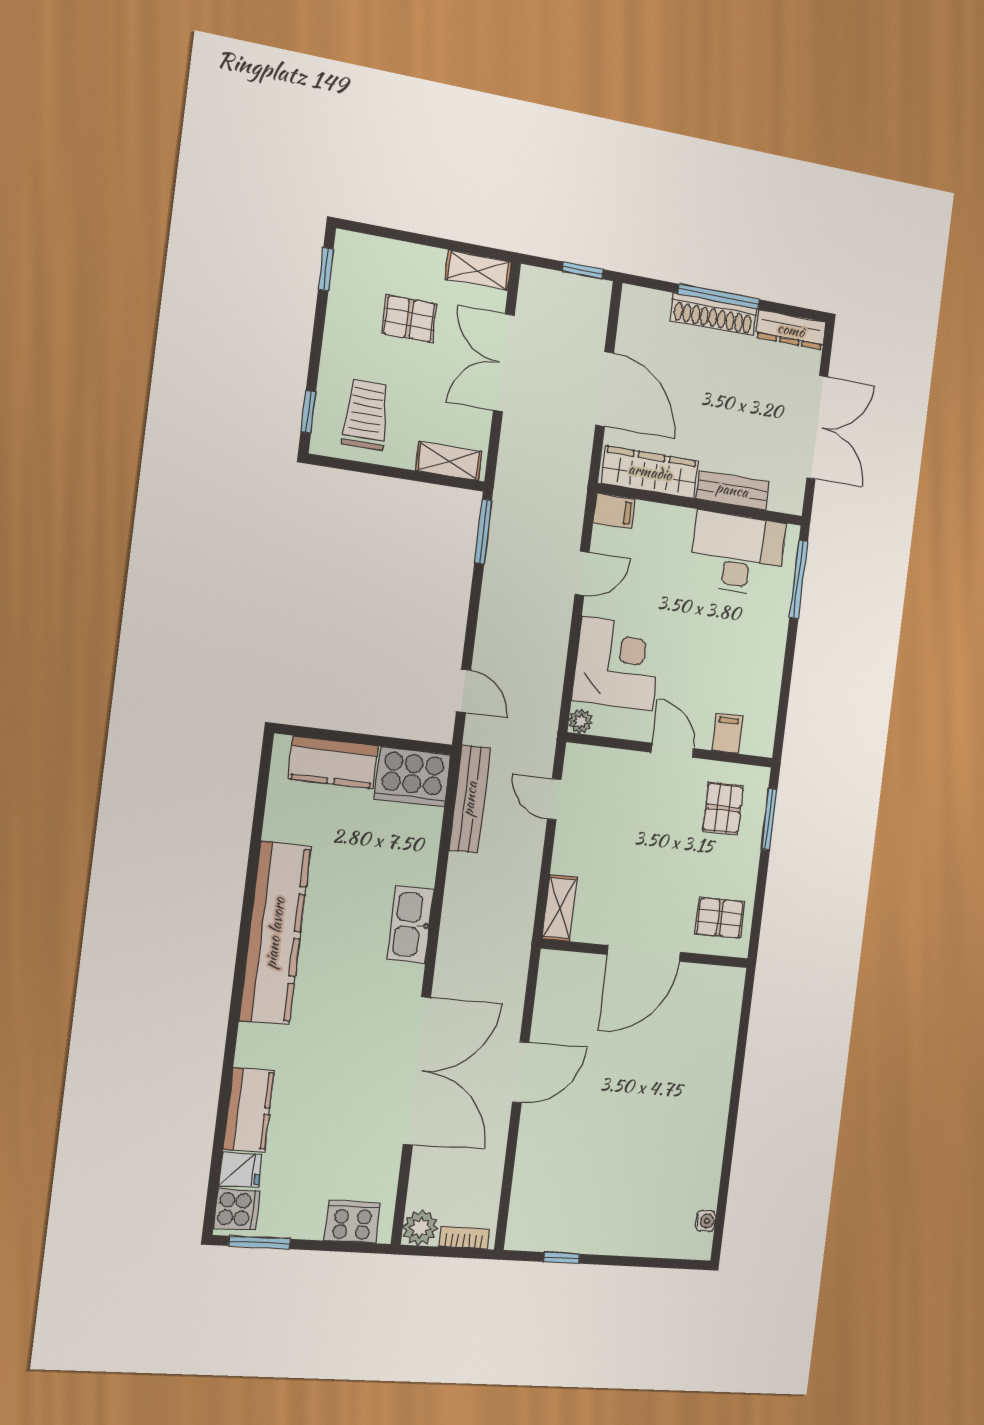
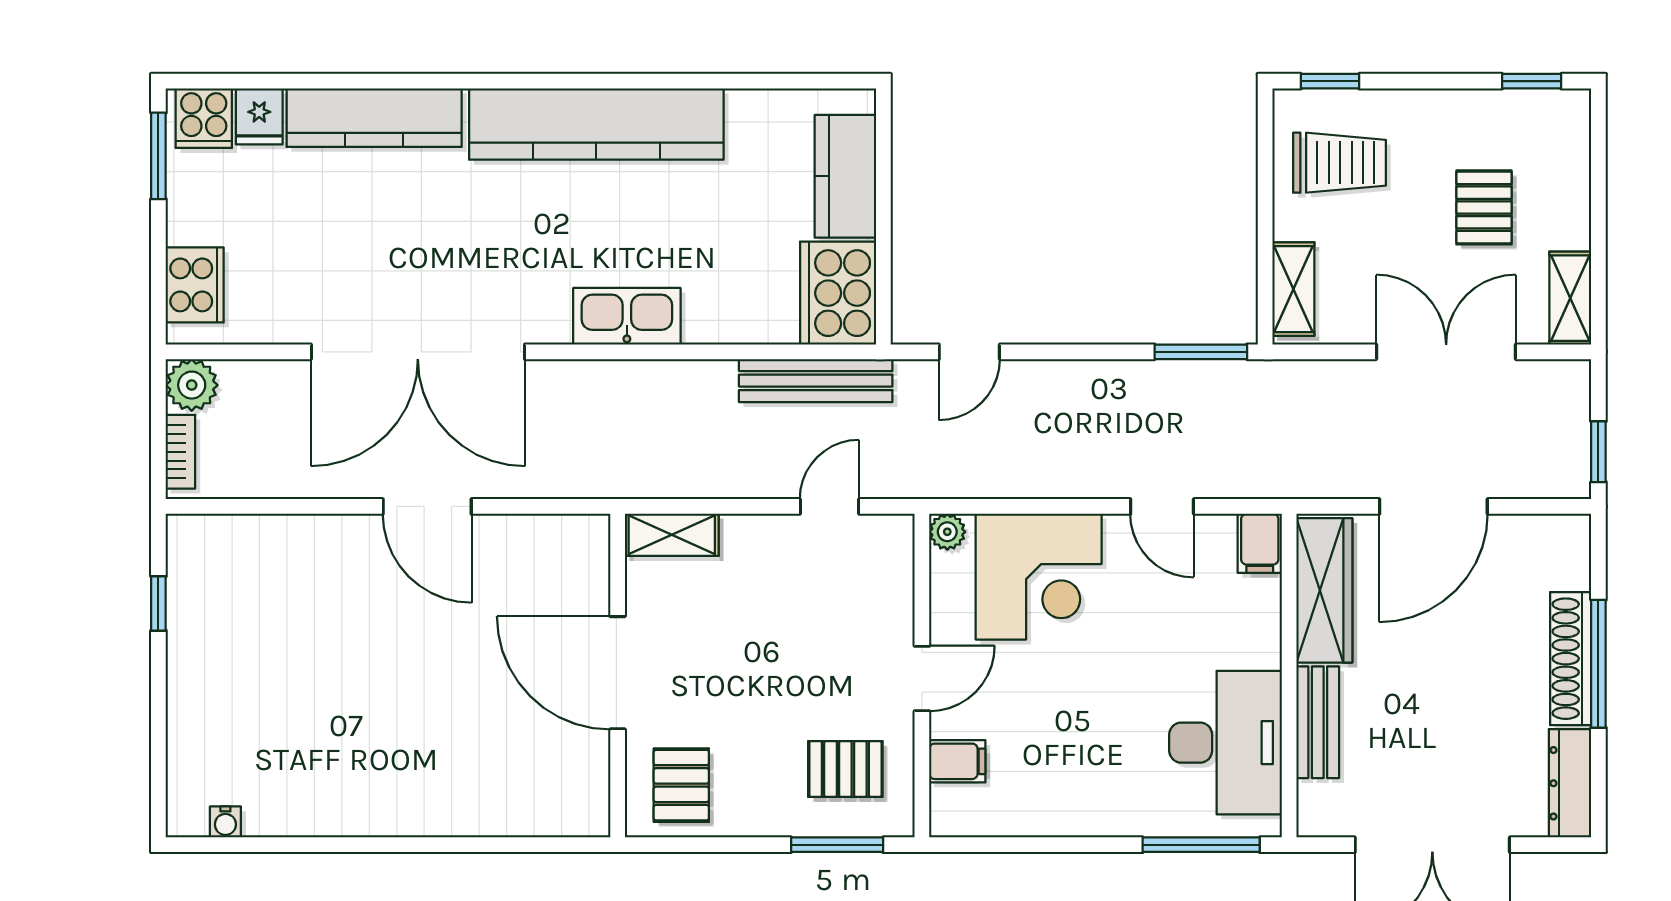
kitchen counter: (249, 1110) -> (374, 118), width x1.50

